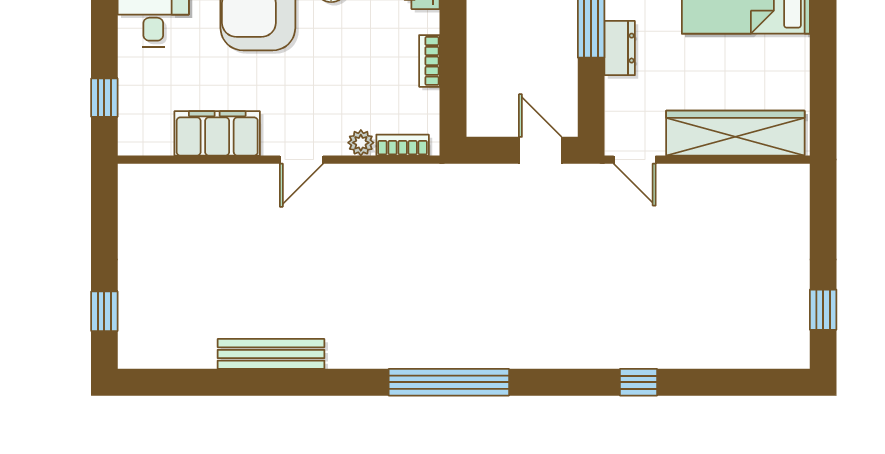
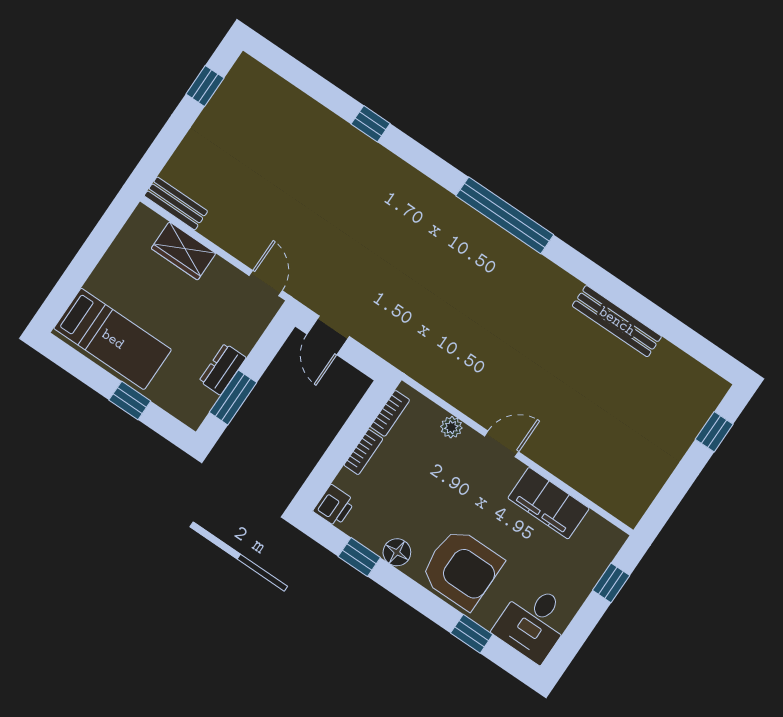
wardrobe: (735, 133) -> (183, 251), width x0.48, depth x0.85
bookcase: (403, 145) -> (390, 413), moved, turned -90
bench: (774, 177) -> (176, 203), added

